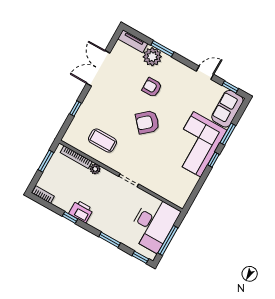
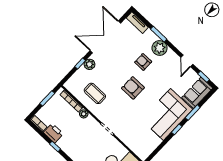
plant: (152, 57) -> (160, 48), moved
double door: (98, 68) -> (105, 37), width x1.36
door: (205, 73) -> (187, 61), swing flipped
plant: (87, 107) -> (89, 64), added
armchair: (147, 122) -> (133, 88), turned 41
printer: (81, 211) -> (53, 133), moved

